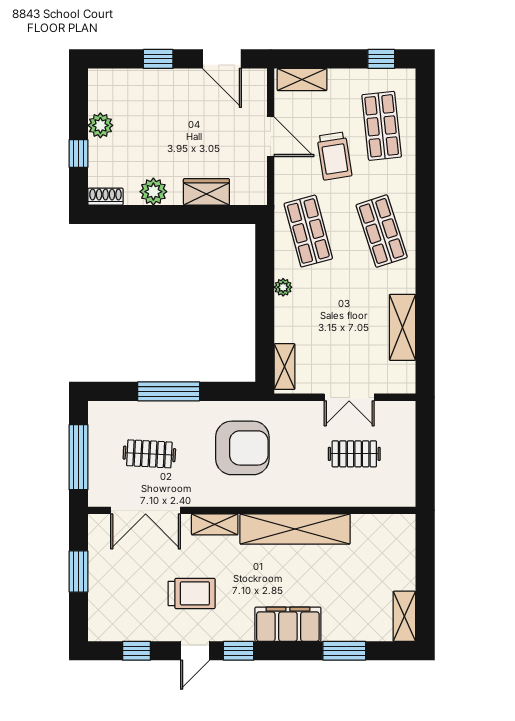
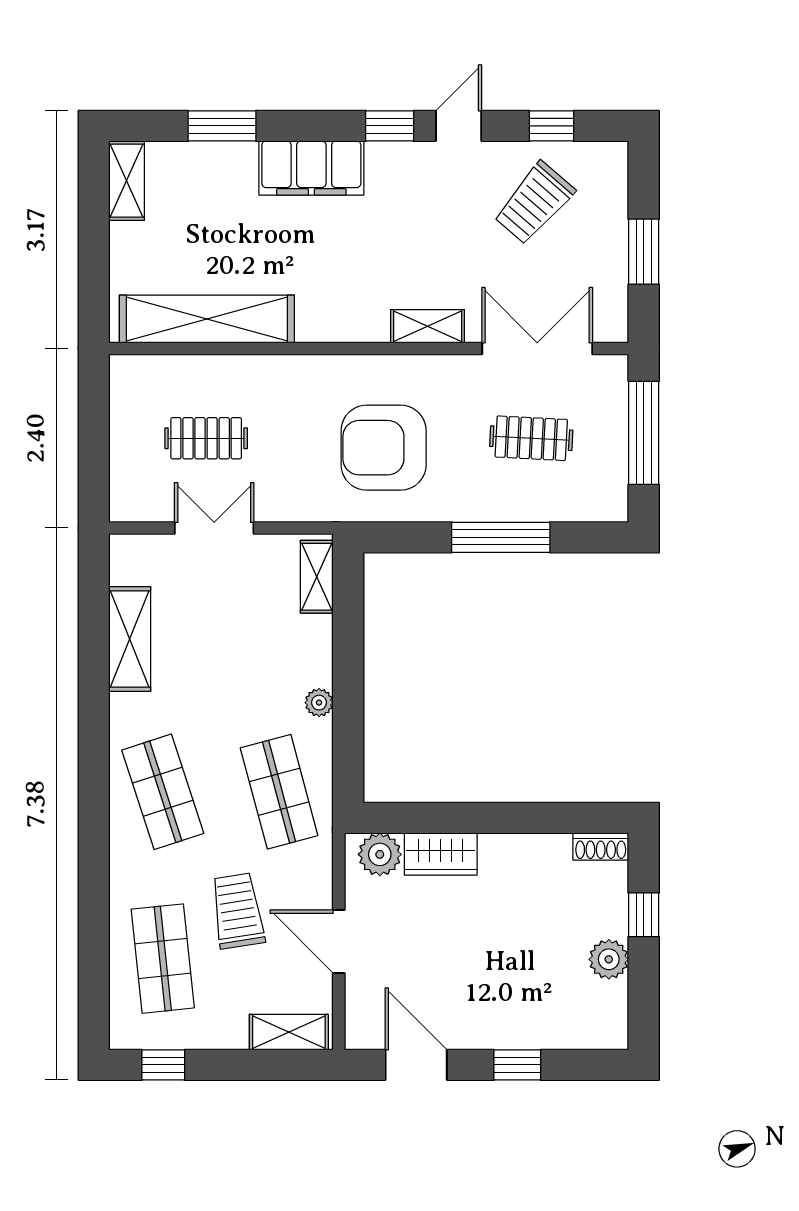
plant: (153, 192) -> (380, 854), moved
shelving: (295, 529) -> (207, 319), moved
trolley: (192, 593) -> (534, 203), moved, turned -49

